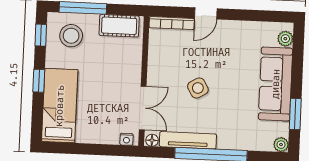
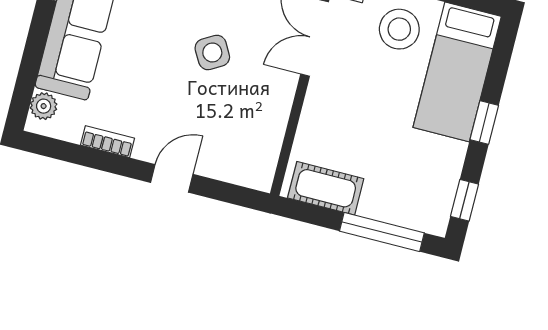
bookcase: (172, 23) -> (108, 142), moved, width x0.64
stool: (71, 36) -> (399, 29), moved

